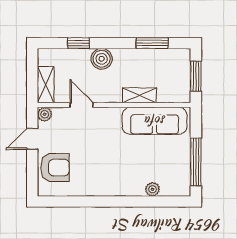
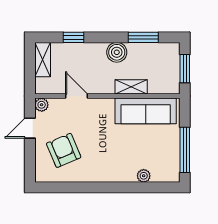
boiler: (102, 59) -> (117, 52), moved
shelving: (46, 85) -> (43, 60), moved
armchair: (55, 168) -> (64, 150), moved, turned -113

